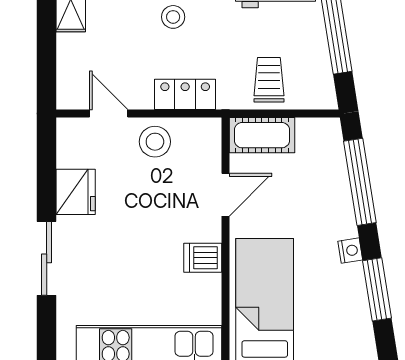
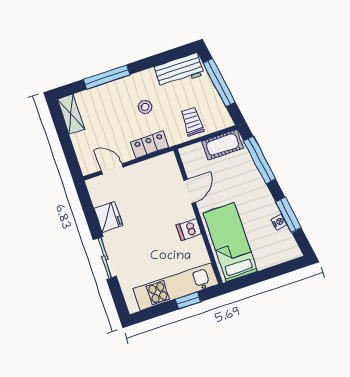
stool: (173, 17) -> (145, 107), moved
cot: (262, 135) -> (223, 145), moved
stool: (155, 142) -> (142, 176), removed
nightstand: (350, 251) -> (279, 222), moved

